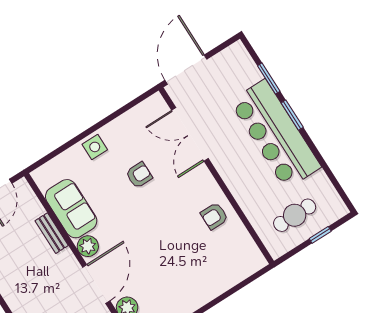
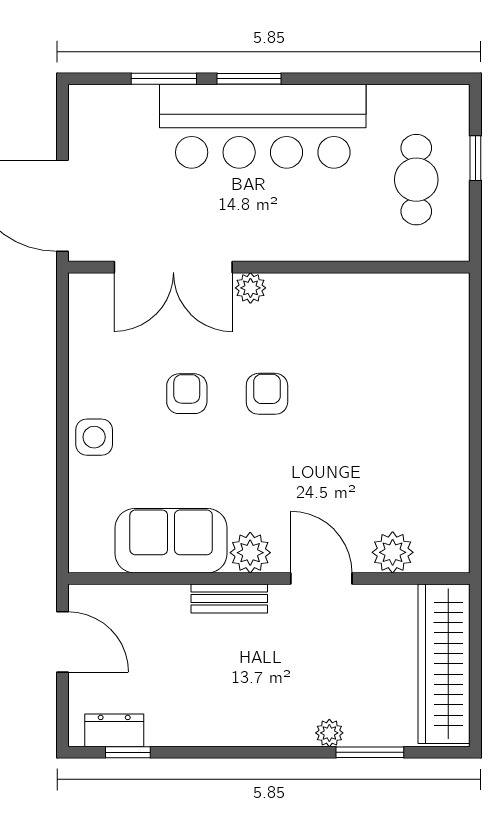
plant: (202, 173) -> (250, 288), added
armchair: (214, 216) -> (267, 394), moved, turned 180
bench: (52, 233) -> (229, 599), moved
door: (96, 284) -> (321, 579), width x0.73

